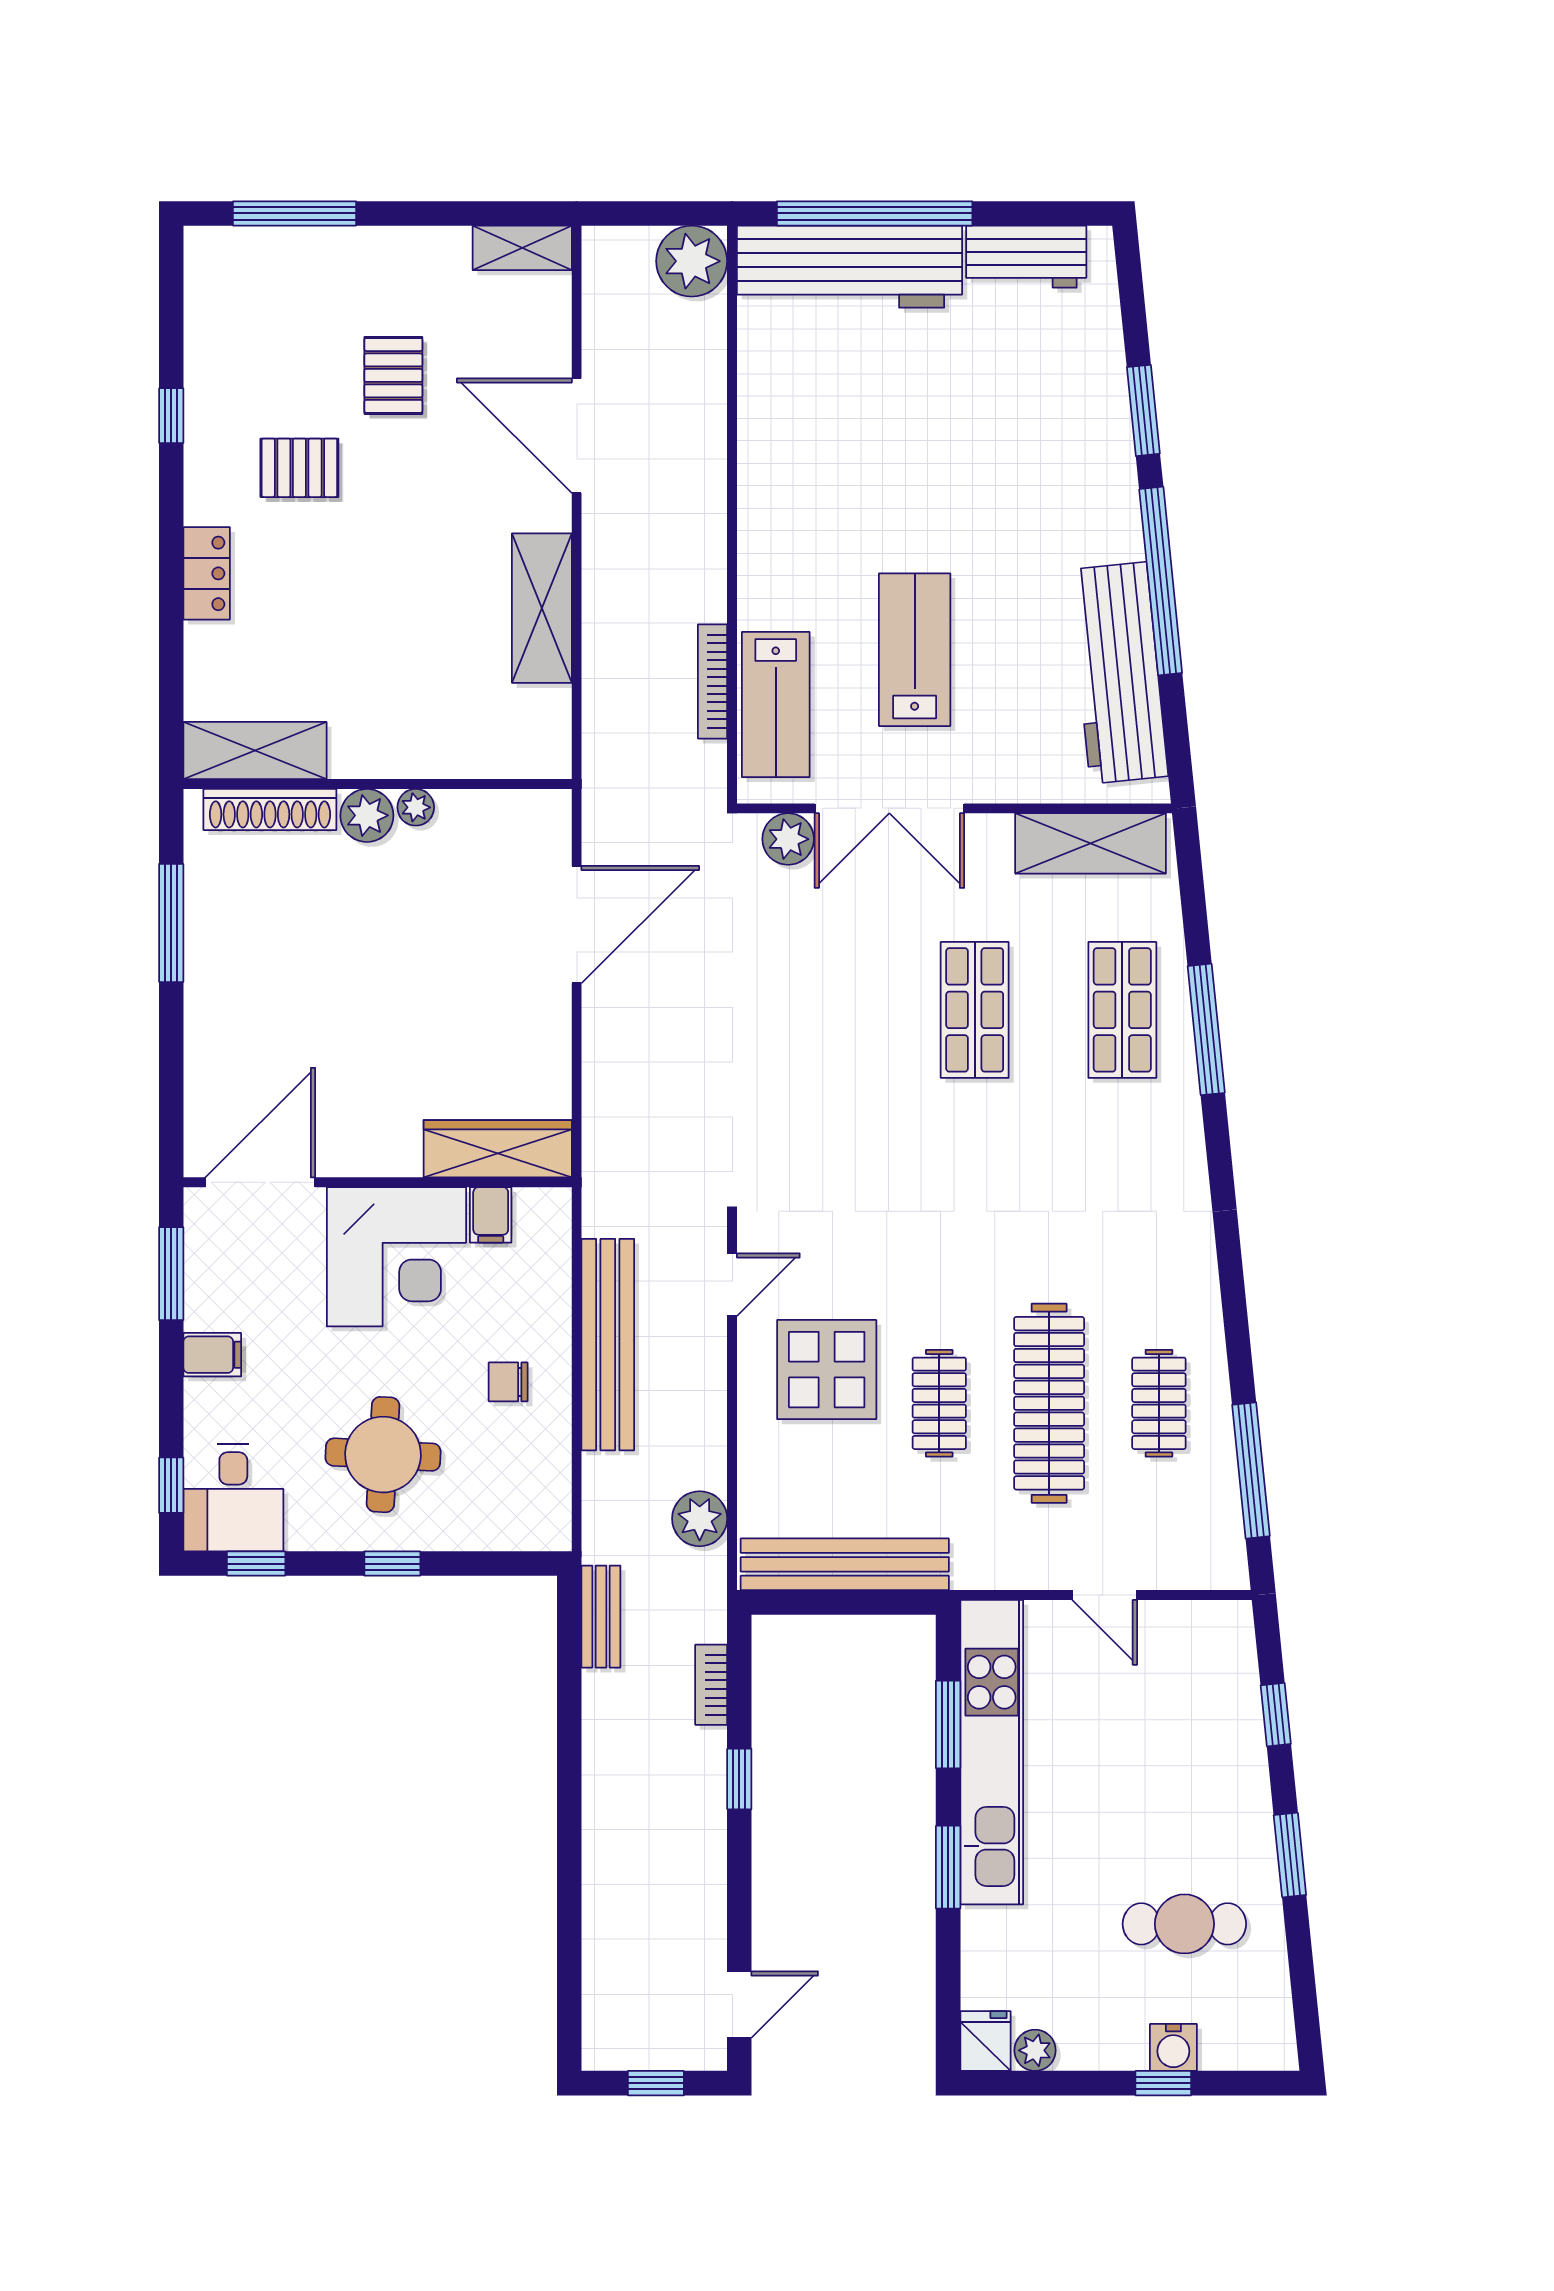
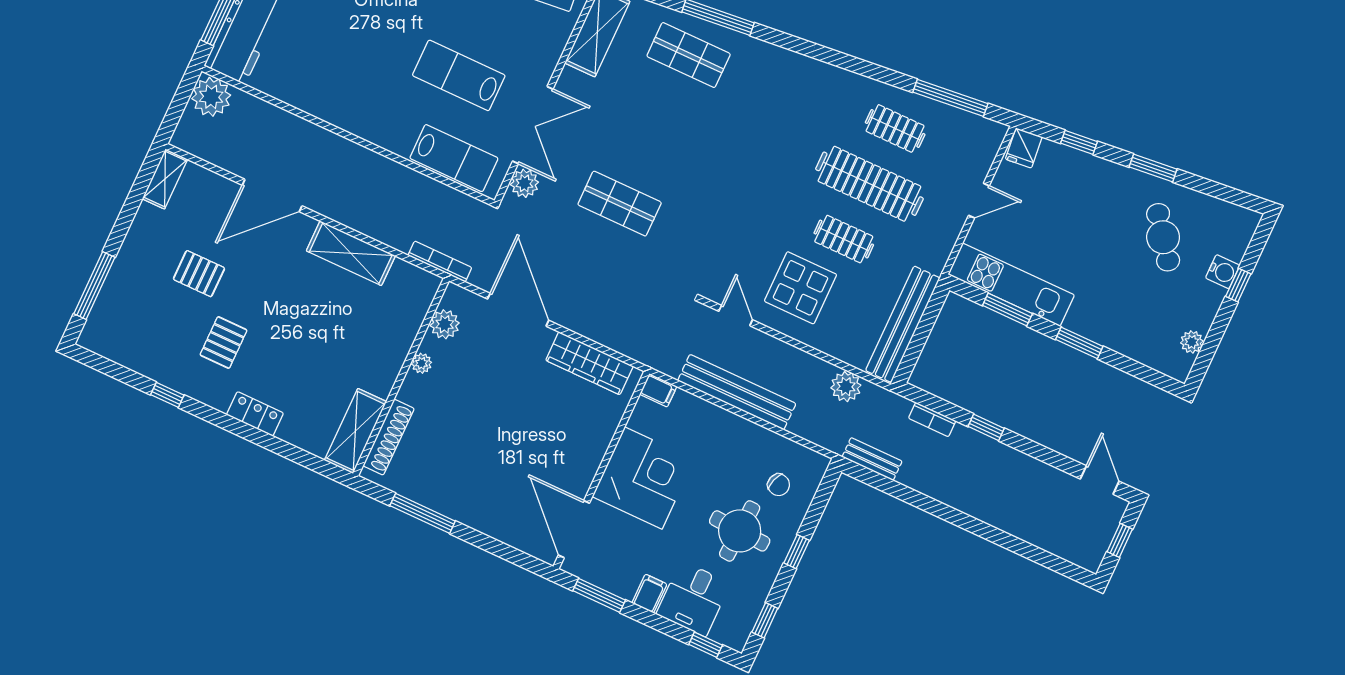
bookcase: (713, 681) -> (440, 261), moved, turned 180
plant: (367, 815) -> (445, 324), moved
shop shelf: (975, 1010) -> (620, 204), moved
wardrobe: (498, 1149) -> (589, 363), moved, turned -90
filing cabinet: (491, 1215) -> (658, 390), moved
chair: (508, 1382) -> (779, 485), moved, turned -72
desk: (233, 1497) -> (693, 599), moved, turned 90
kitchen unit: (992, 1752) -> (1011, 285), width x0.73
cafe table: (1184, 1924) -> (1163, 237), turned -37
fridge: (985, 2041) -> (1024, 148), moved, turned -96

